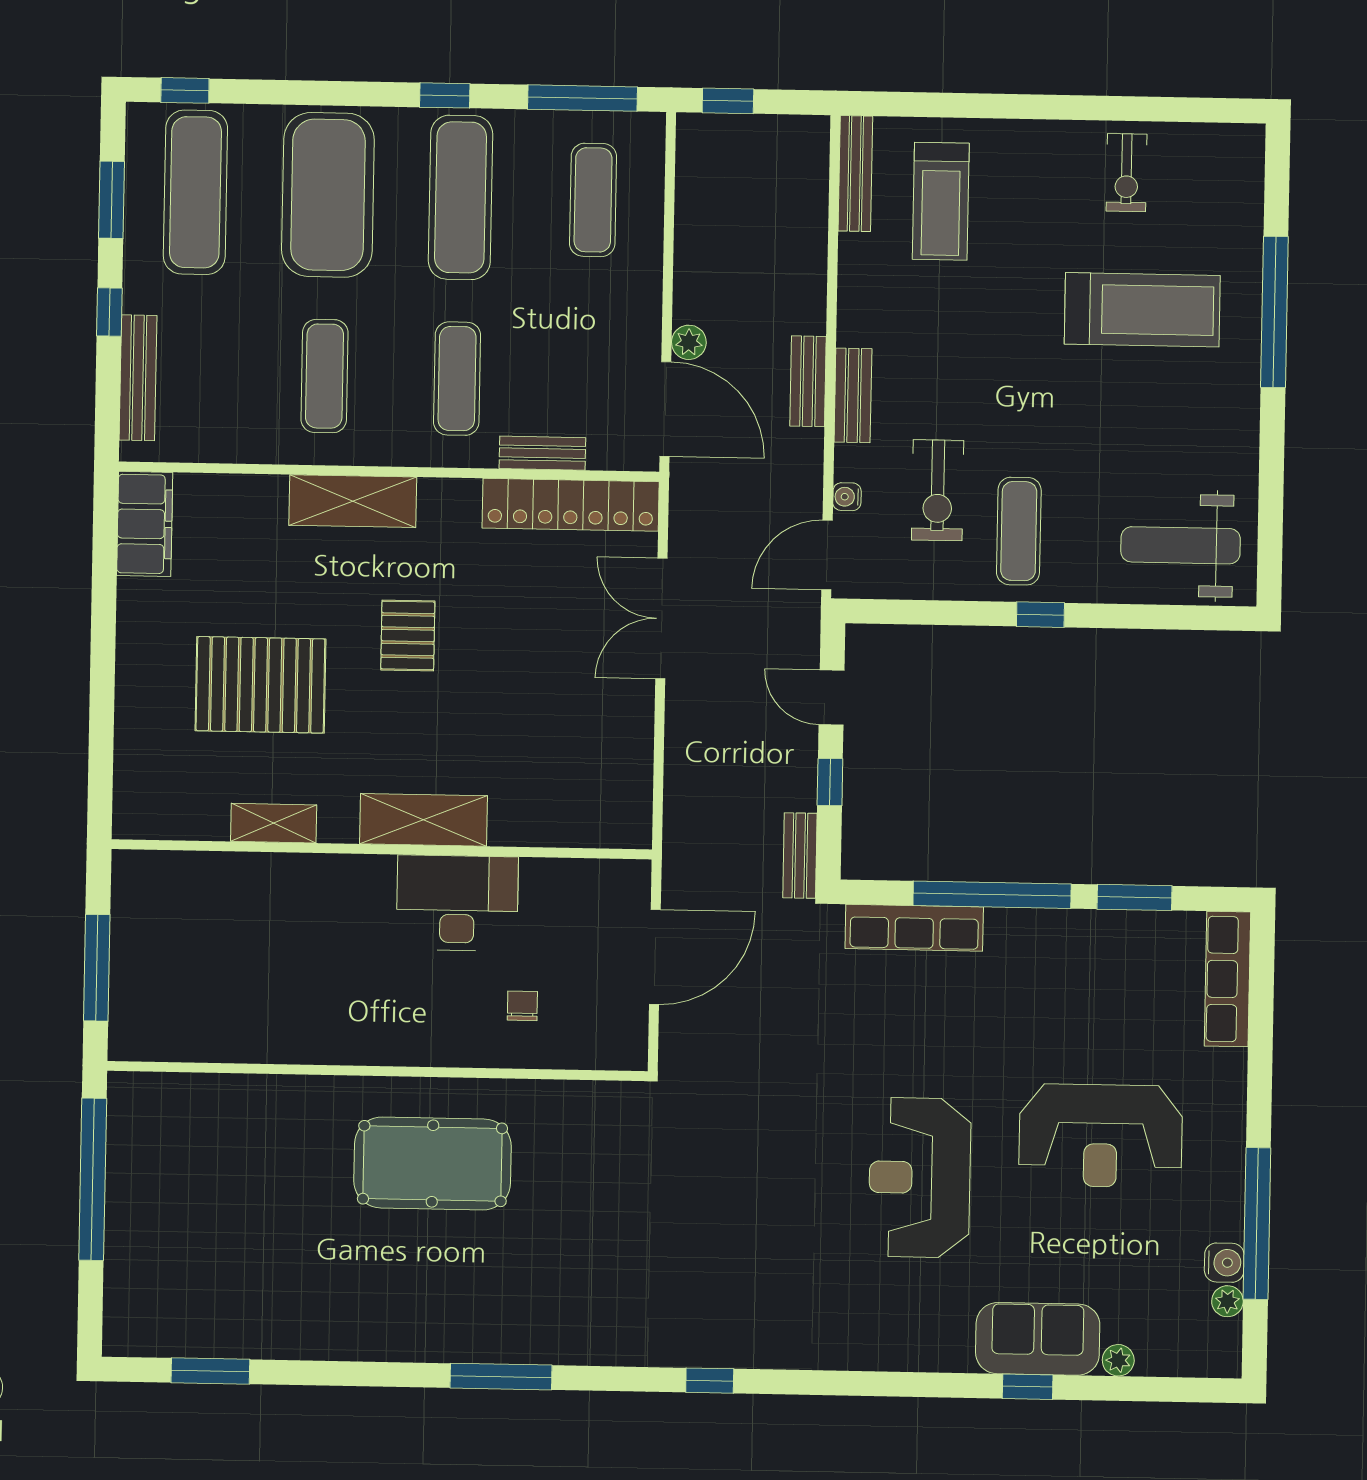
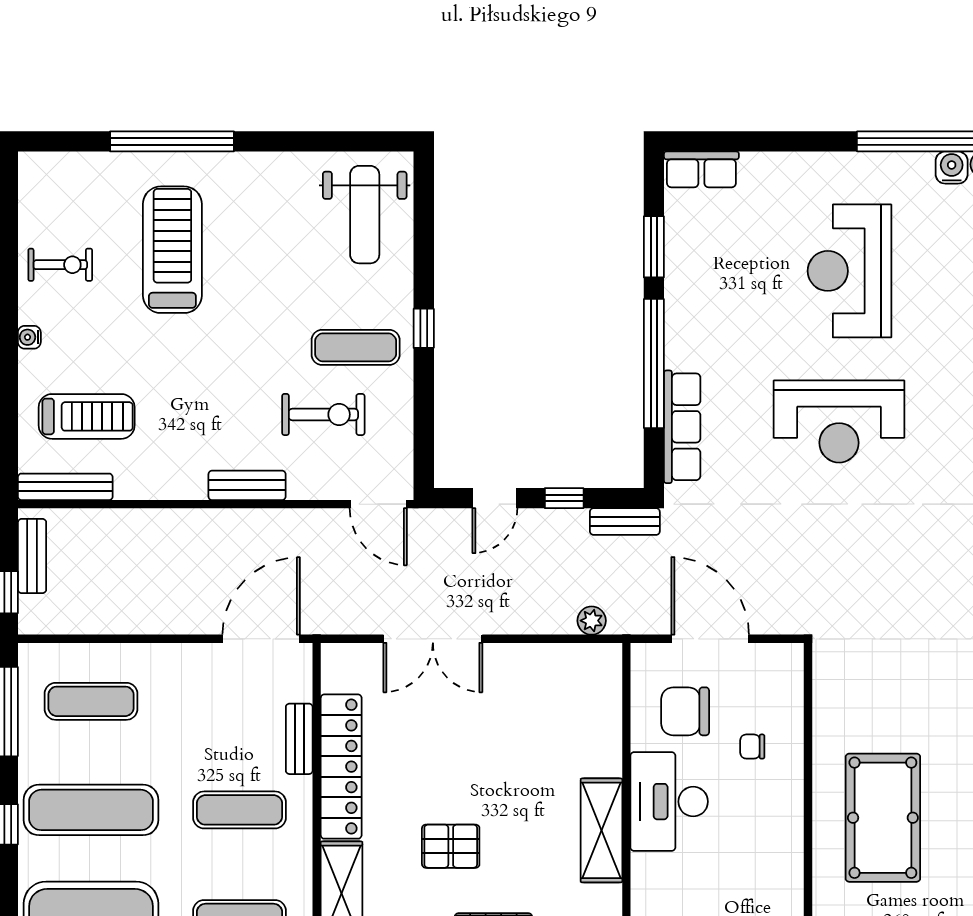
plant: (689, 342) -> (592, 621), moved
bench: (808, 381) -> (32, 556), moved, turned 90
water cooler: (847, 497) -> (29, 337), moved, turned 90
locker: (571, 505) -> (341, 767), moved
chair: (567, 925) -> (685, 711), added
row of seats: (1227, 979) -> (701, 169), width x0.68
reception desk: (1101, 1136) -> (850, 271), turned 180
reception desk: (920, 1178) -> (839, 421), moved

